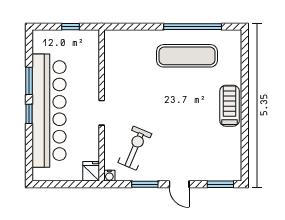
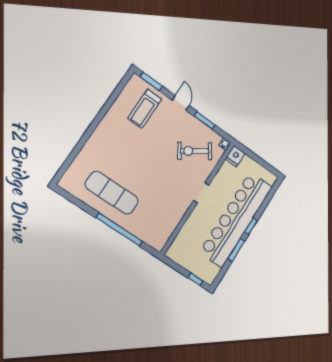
window: (70, 27) -> (195, 279), moved
window: (193, 27) -> (119, 230), moved
treadmill: (230, 106) -> (145, 109), moved
exercise bike: (135, 148) -> (195, 151), turned 33

